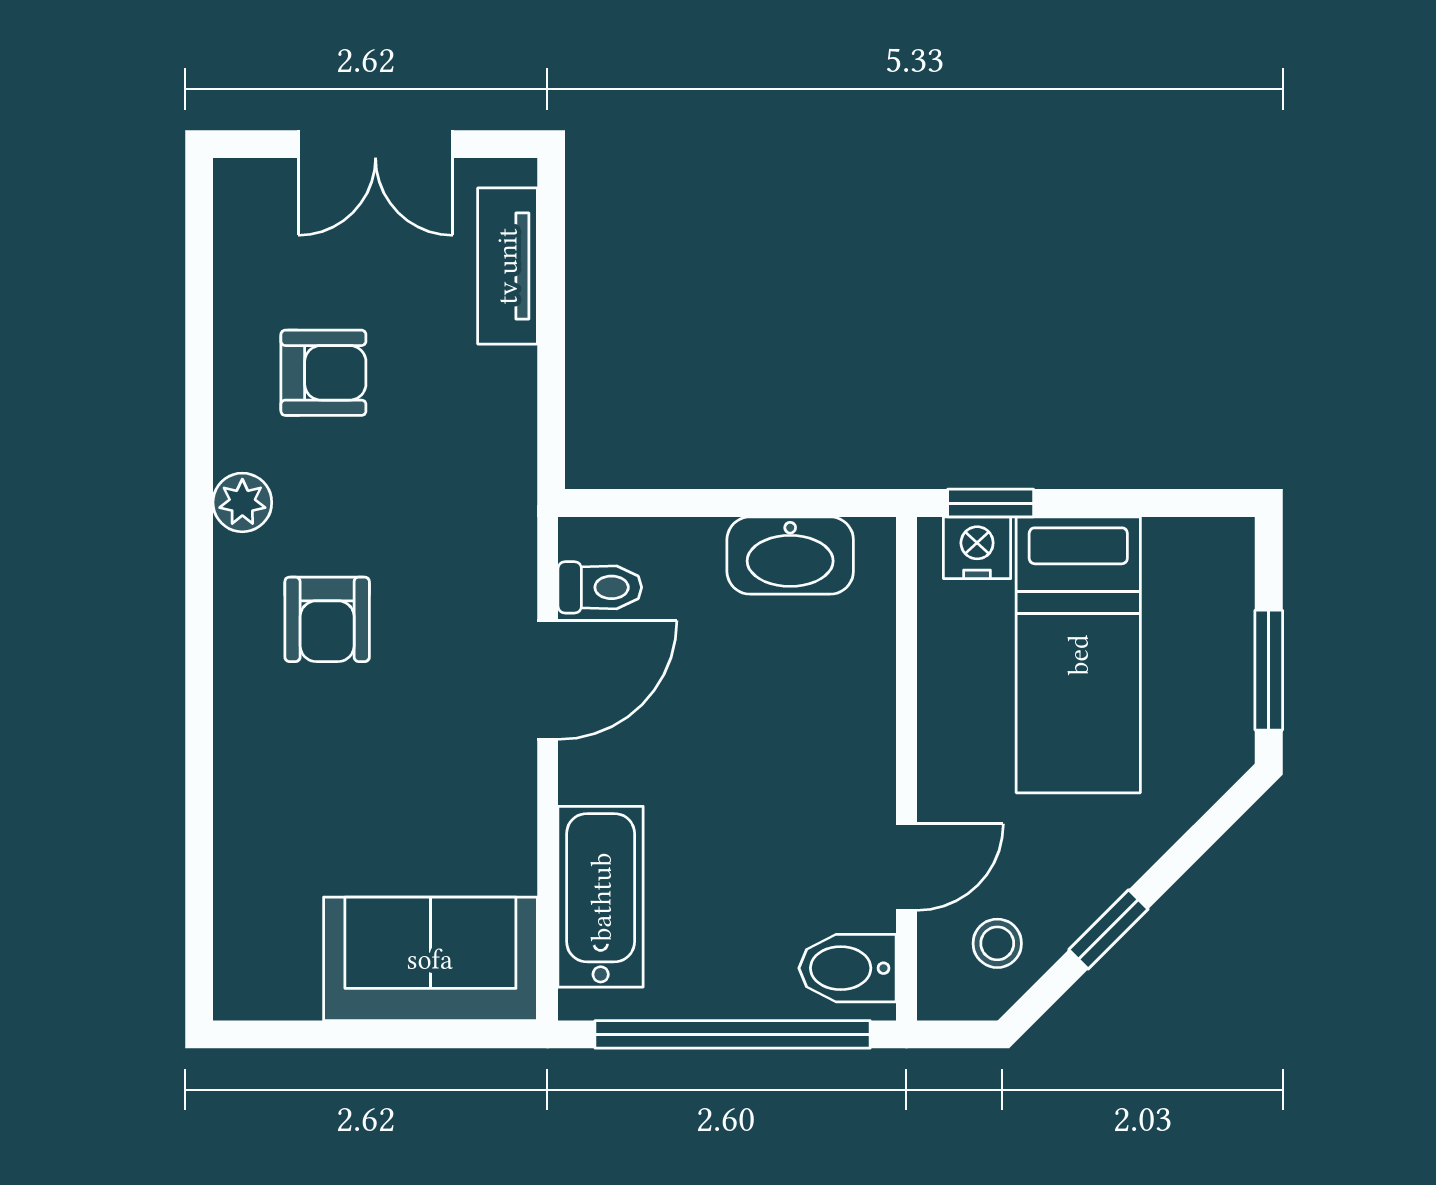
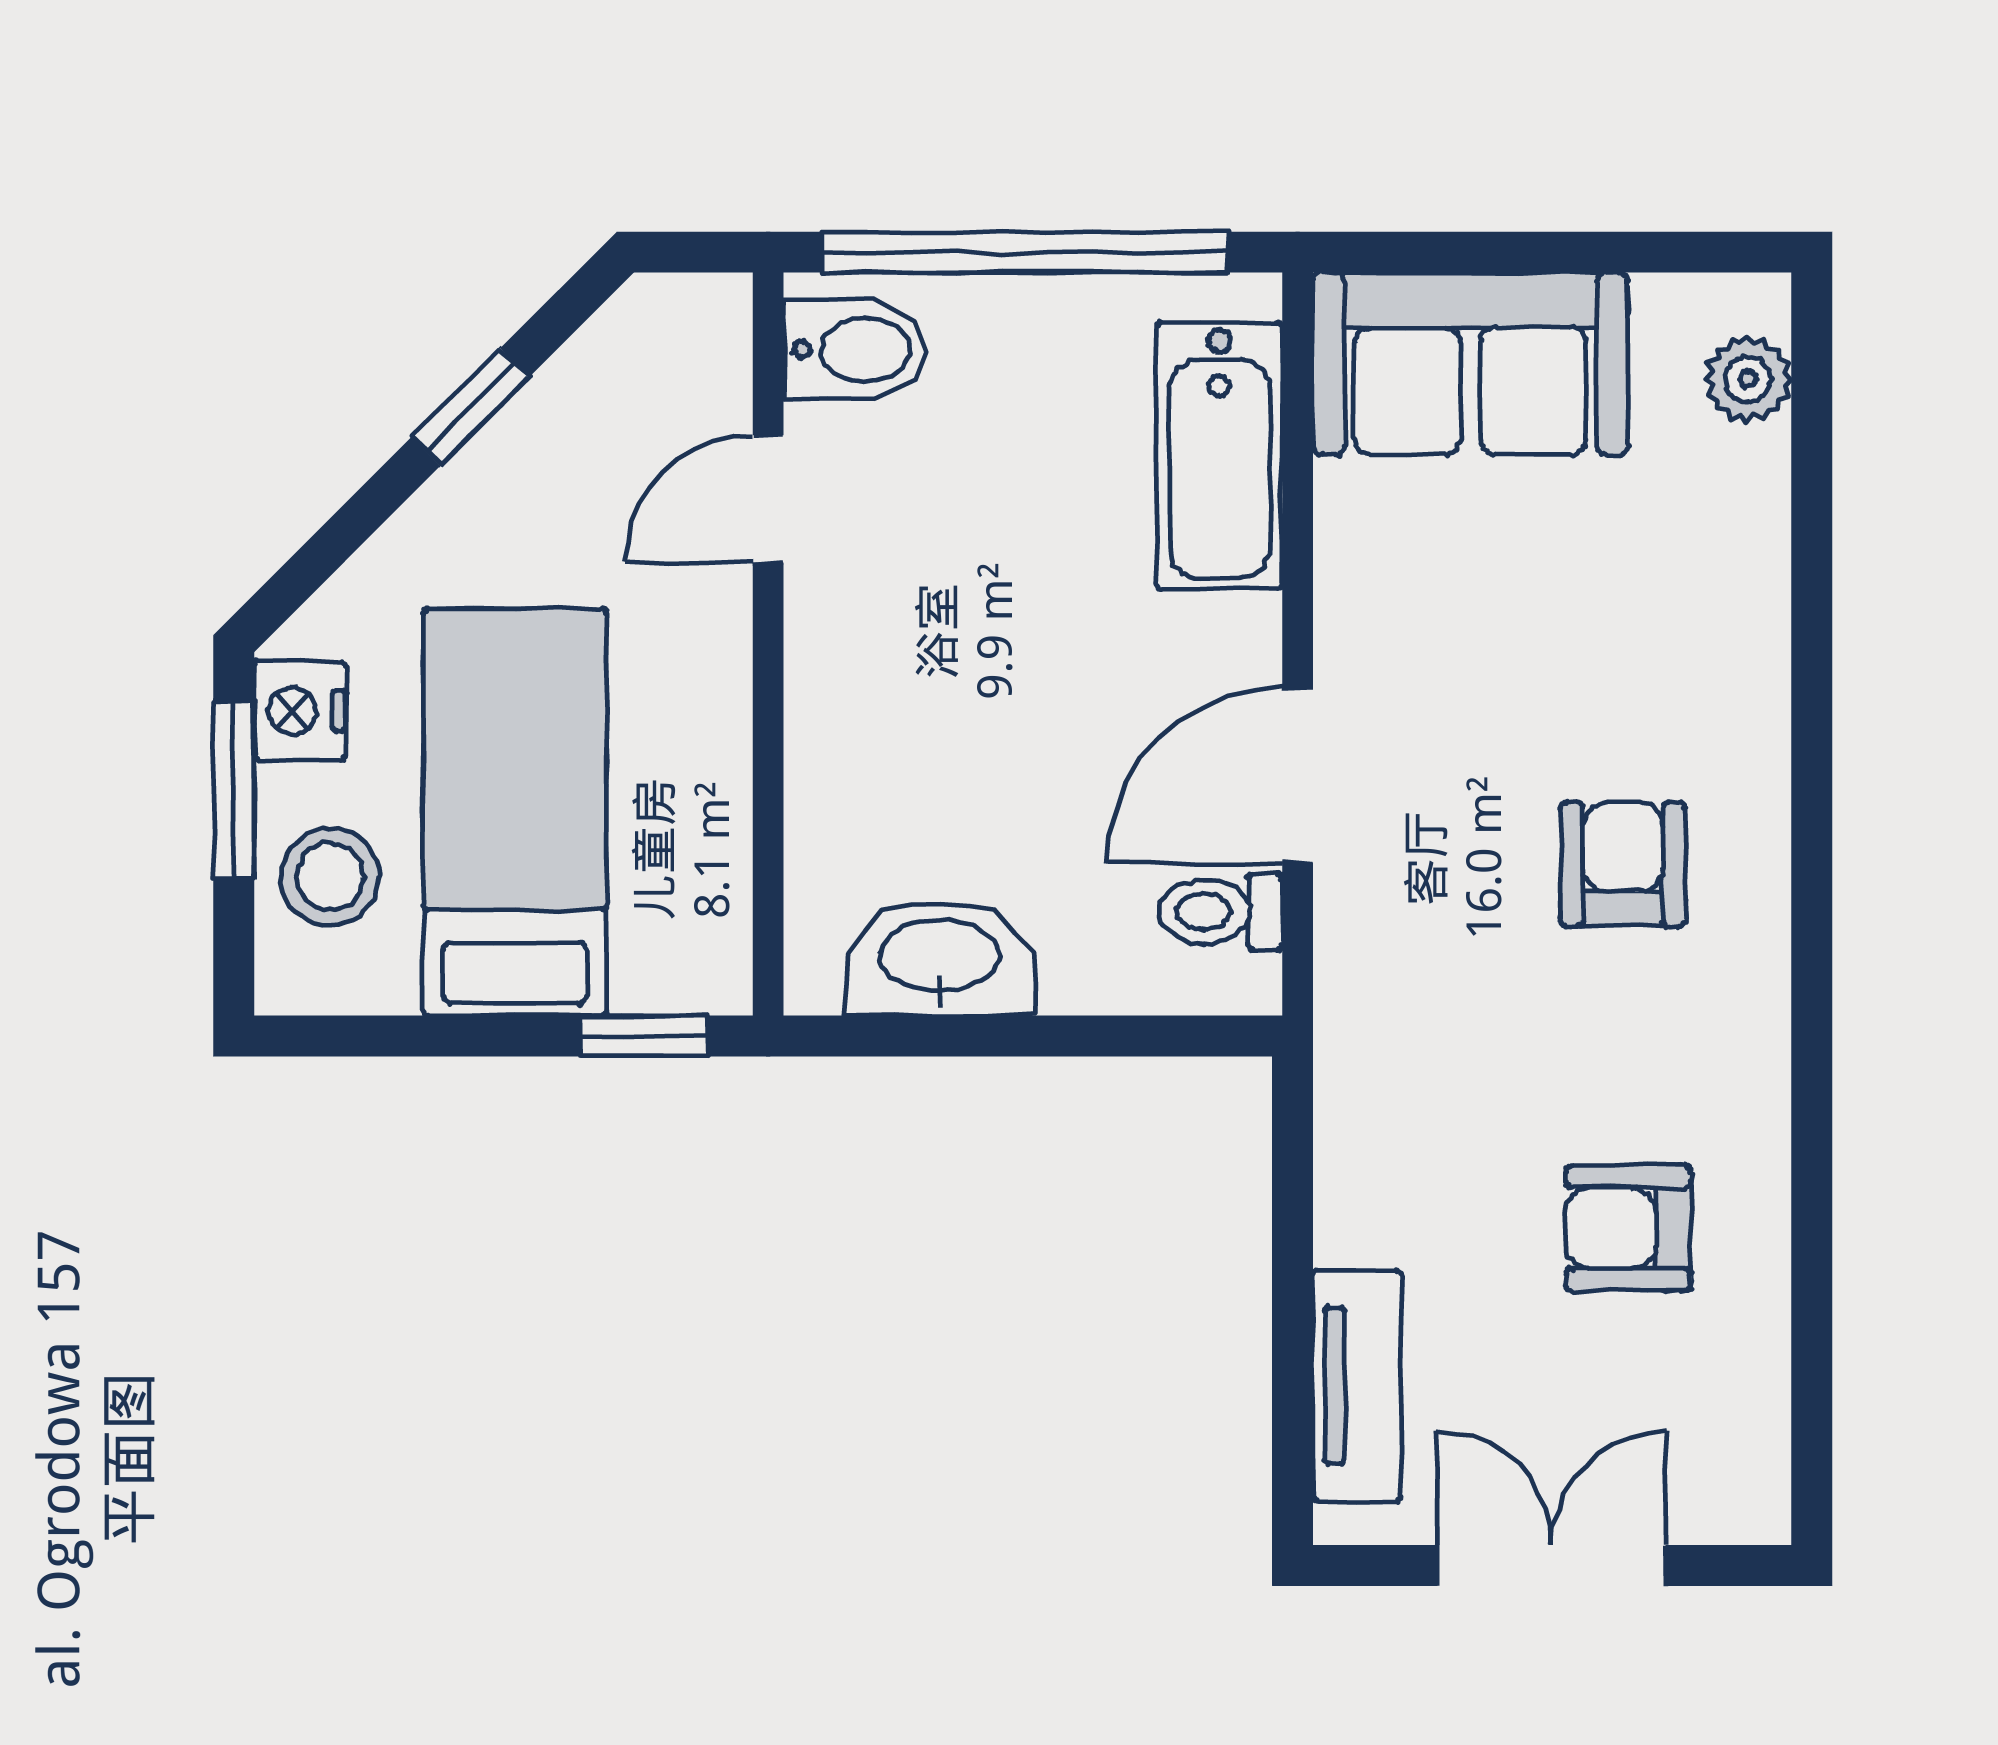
plant: (242, 502) -> (1748, 379), moved
nightstand: (977, 548) -> (300, 711), moved, turned 90
stool: (997, 943) -> (330, 877), moved, width x1.37, depth x1.37

